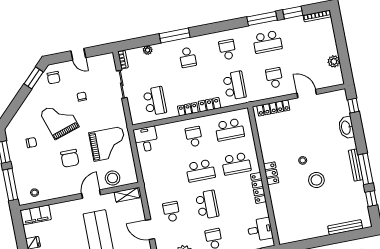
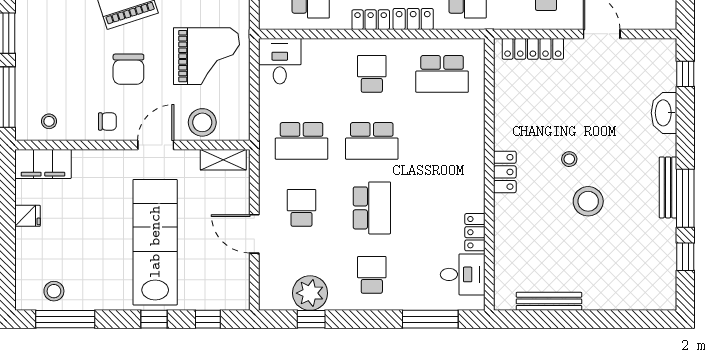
chair: (31, 143) -> (107, 121), moved
school desk: (236, 164) -> (302, 141), moved
locker: (258, 188) -> (475, 232), moved, width x0.66
bench: (345, 227) -> (549, 301), moved

